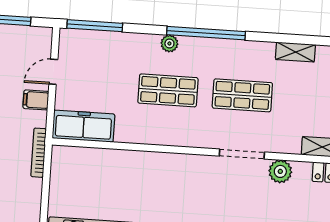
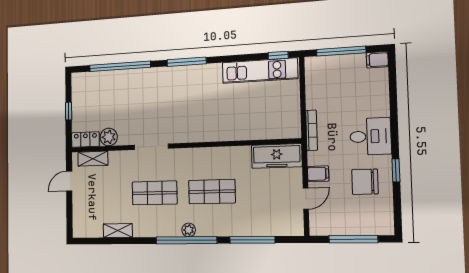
window: (95, 26) -> (252, 240), moved
plant: (169, 43) -> (189, 230), moved
plant: (280, 171) -> (109, 137), moved

